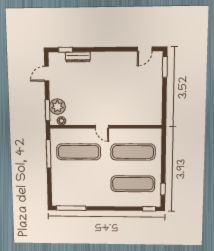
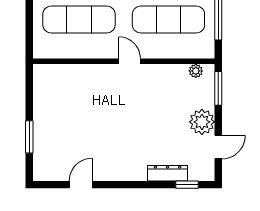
door: (145, 49) -> (81, 185), moved
window: (165, 67) -> (29, 137), moved
plant: (57, 107) -> (202, 122), moved

